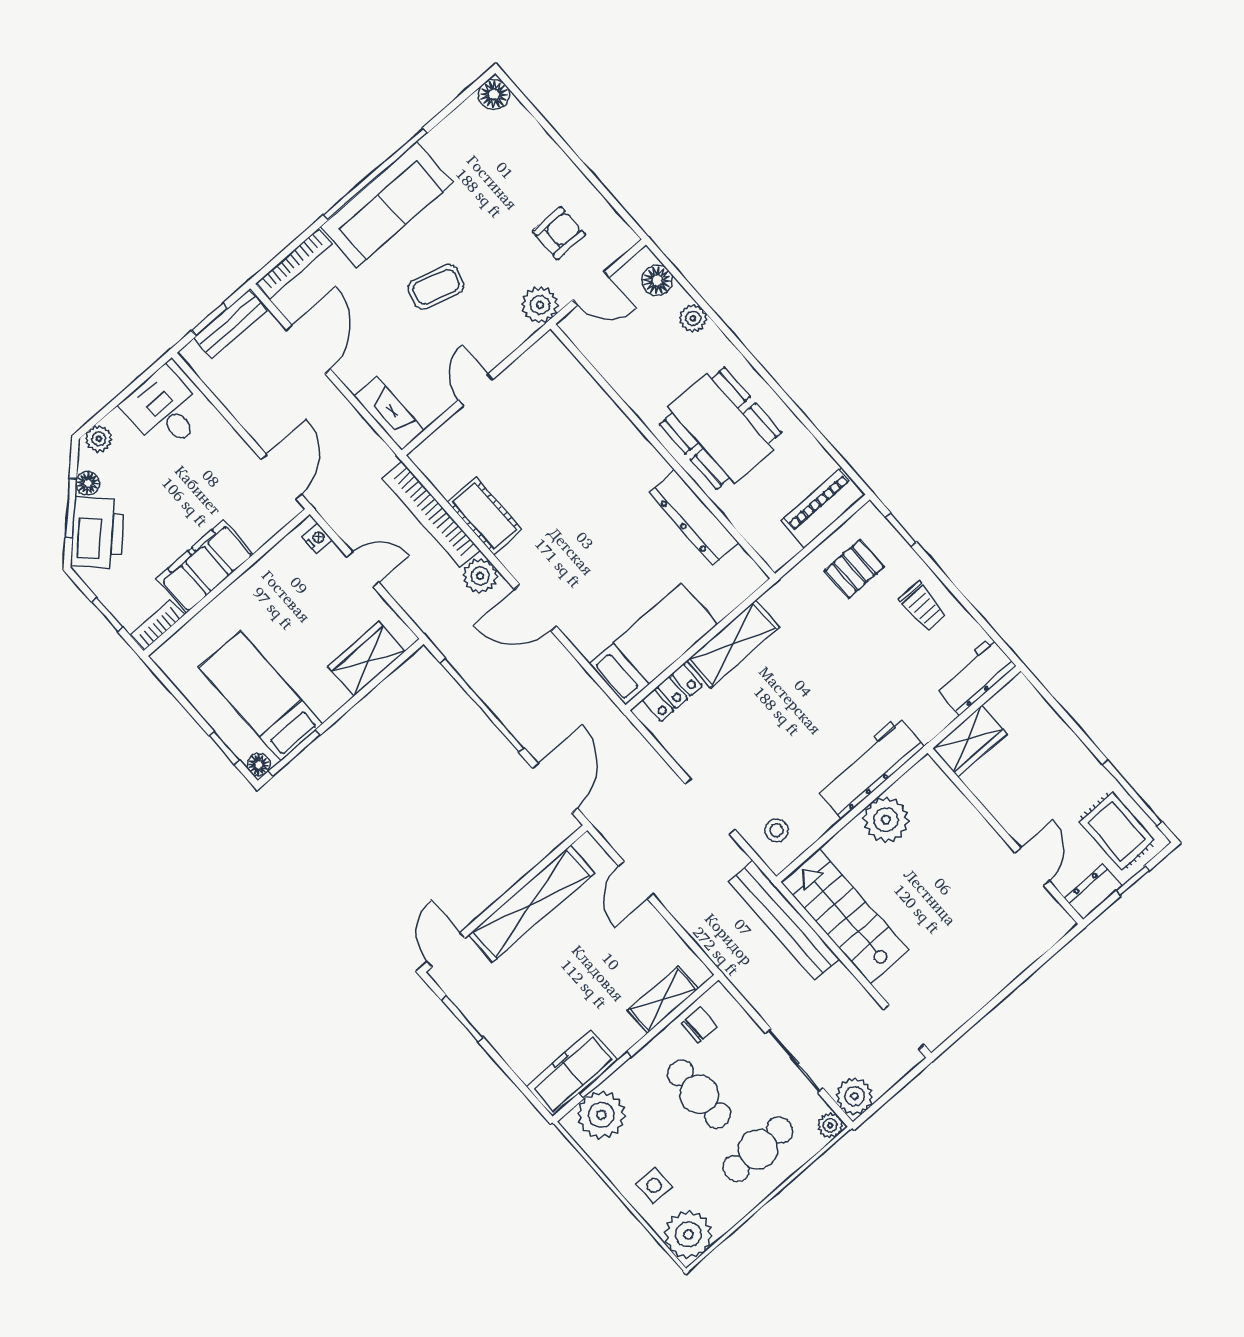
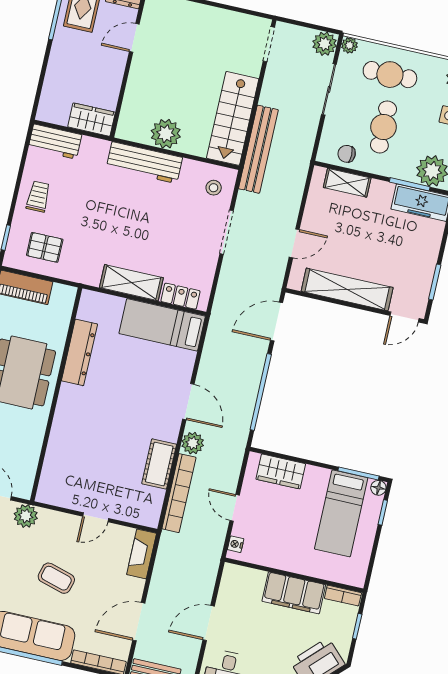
door: (281, 477) -> (209, 623), moved

